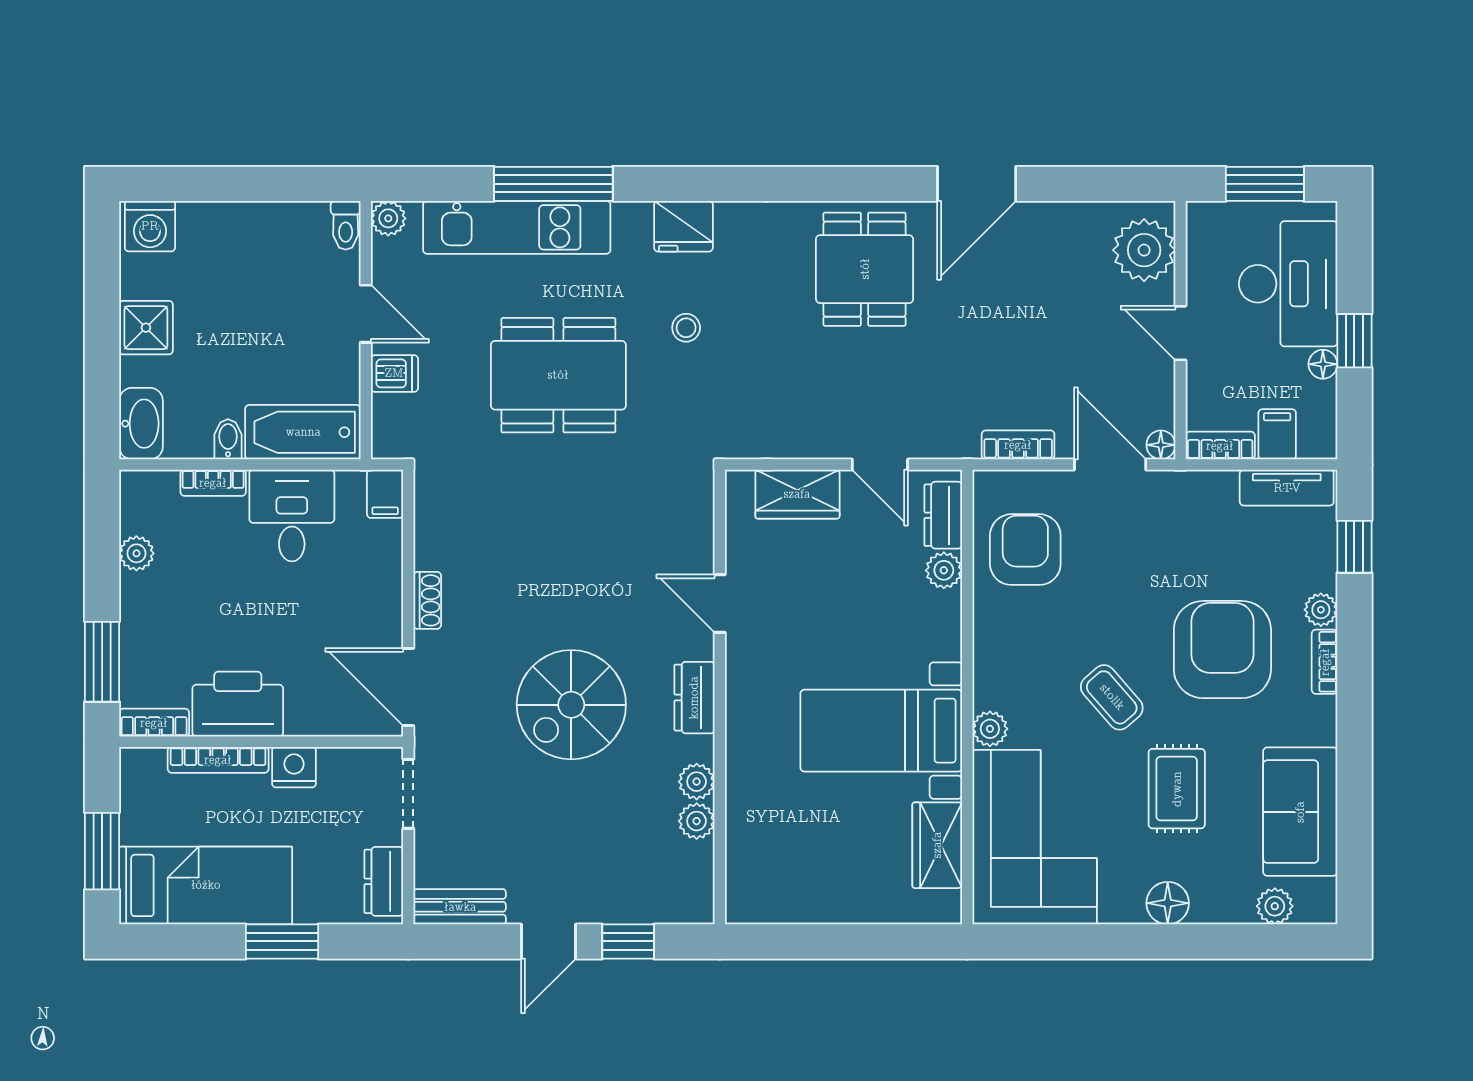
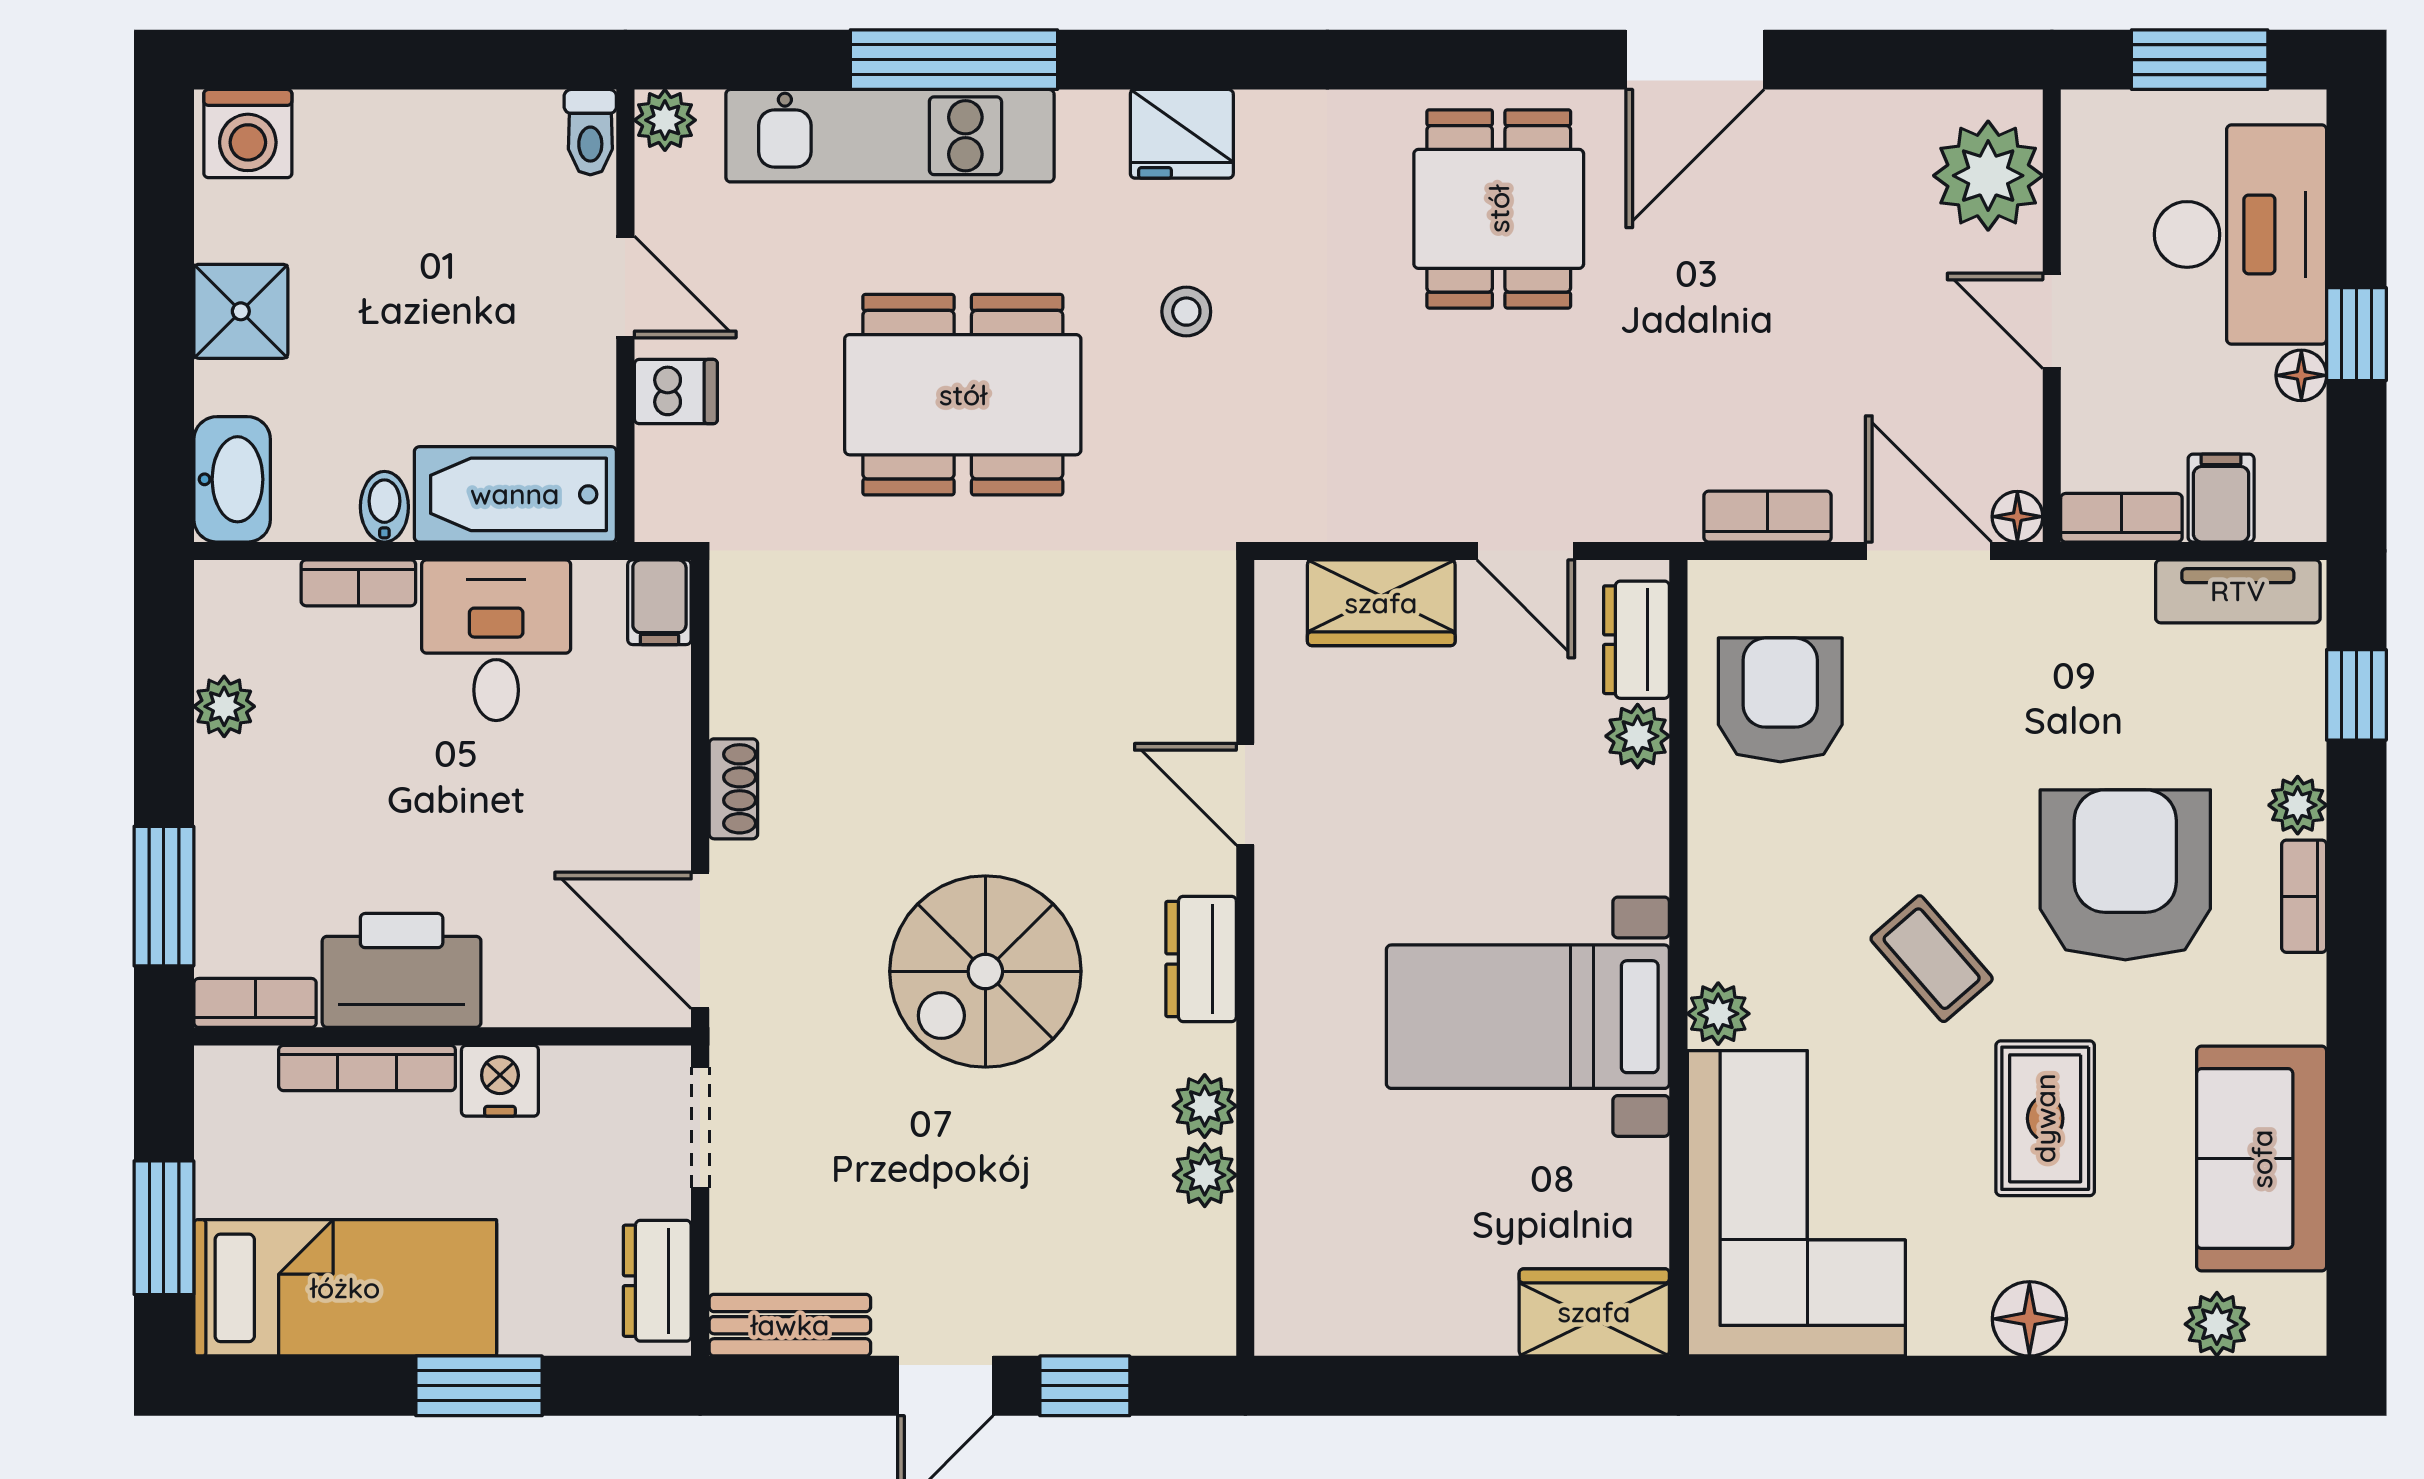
wardrobe: (937, 845) -> (1594, 1312), moved, turned 90

